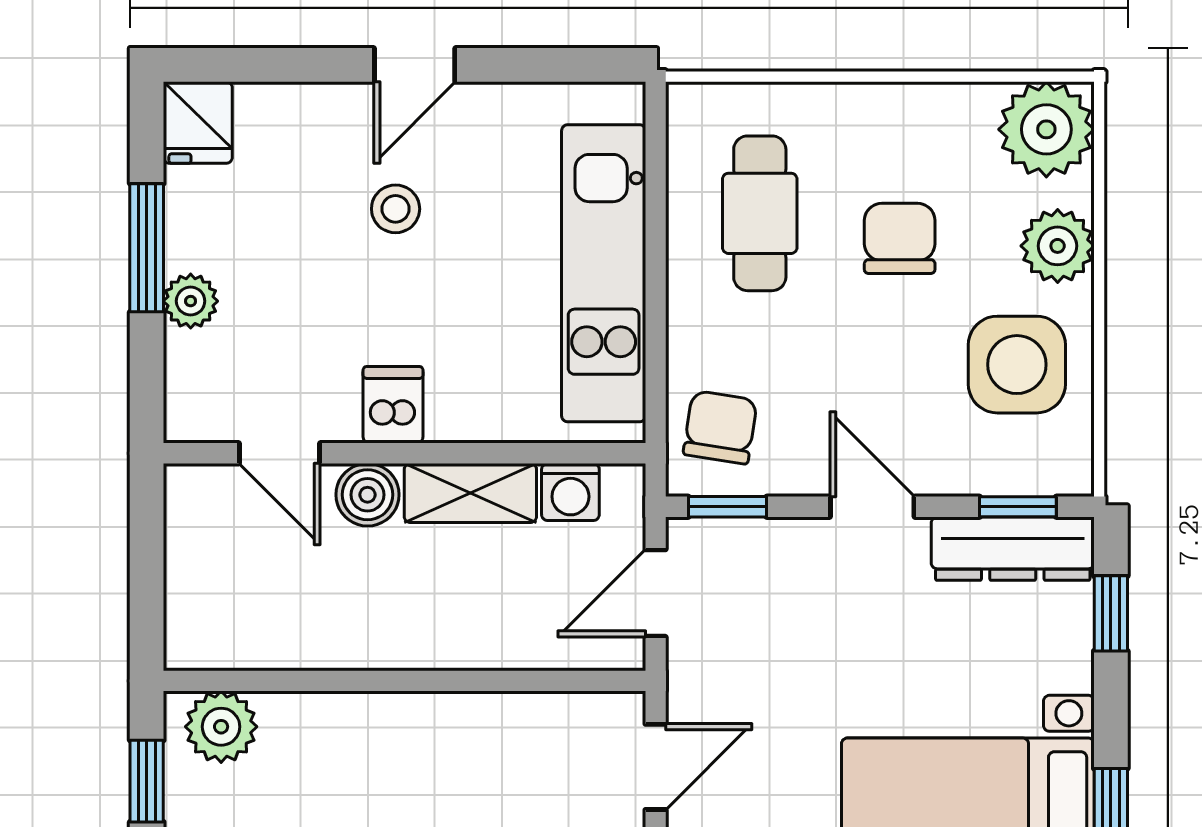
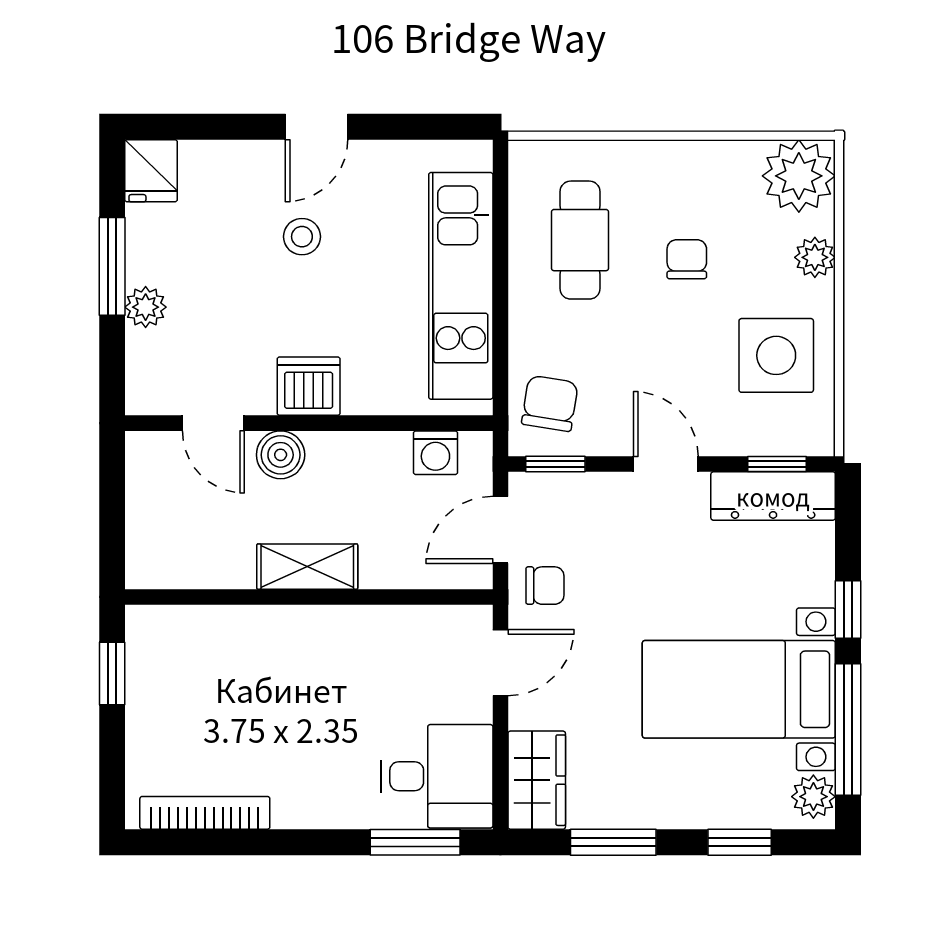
chair: (900, 238) -> (687, 259), width x0.73, depth x0.73
plant: (1058, 246) -> (815, 257), width x0.73, depth x0.73
dishwasher: (393, 405) -> (309, 386), width x1.38
shelving: (470, 493) -> (307, 567), moved
window: (1111, 613) -> (848, 609), moved
chair: (714, 666) -> (545, 586), added
plant: (221, 727) -> (169, 632), removed

